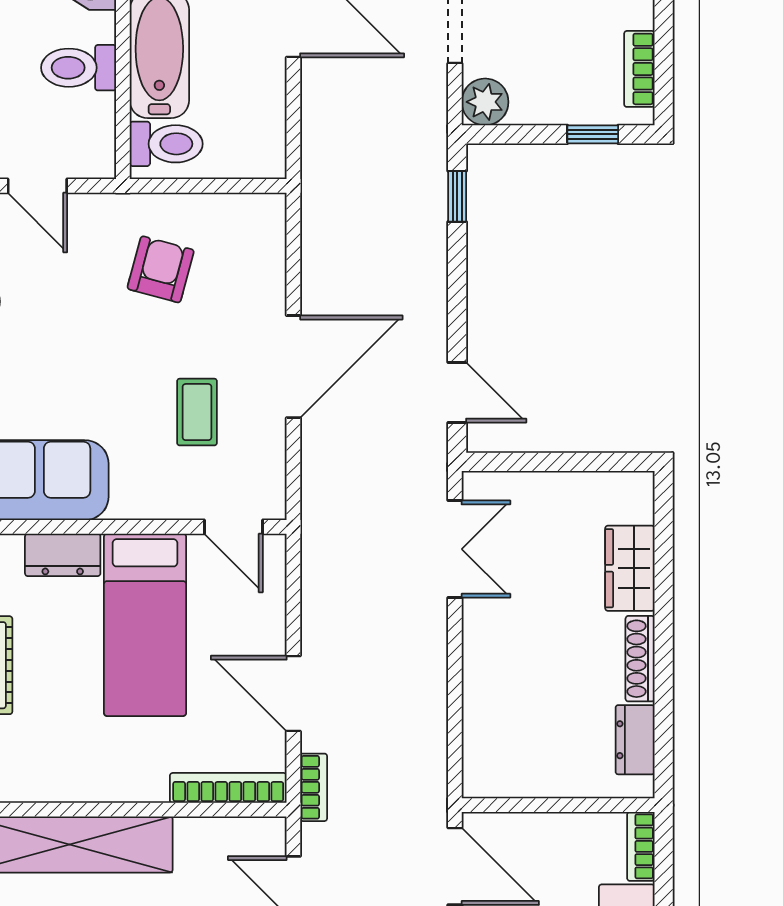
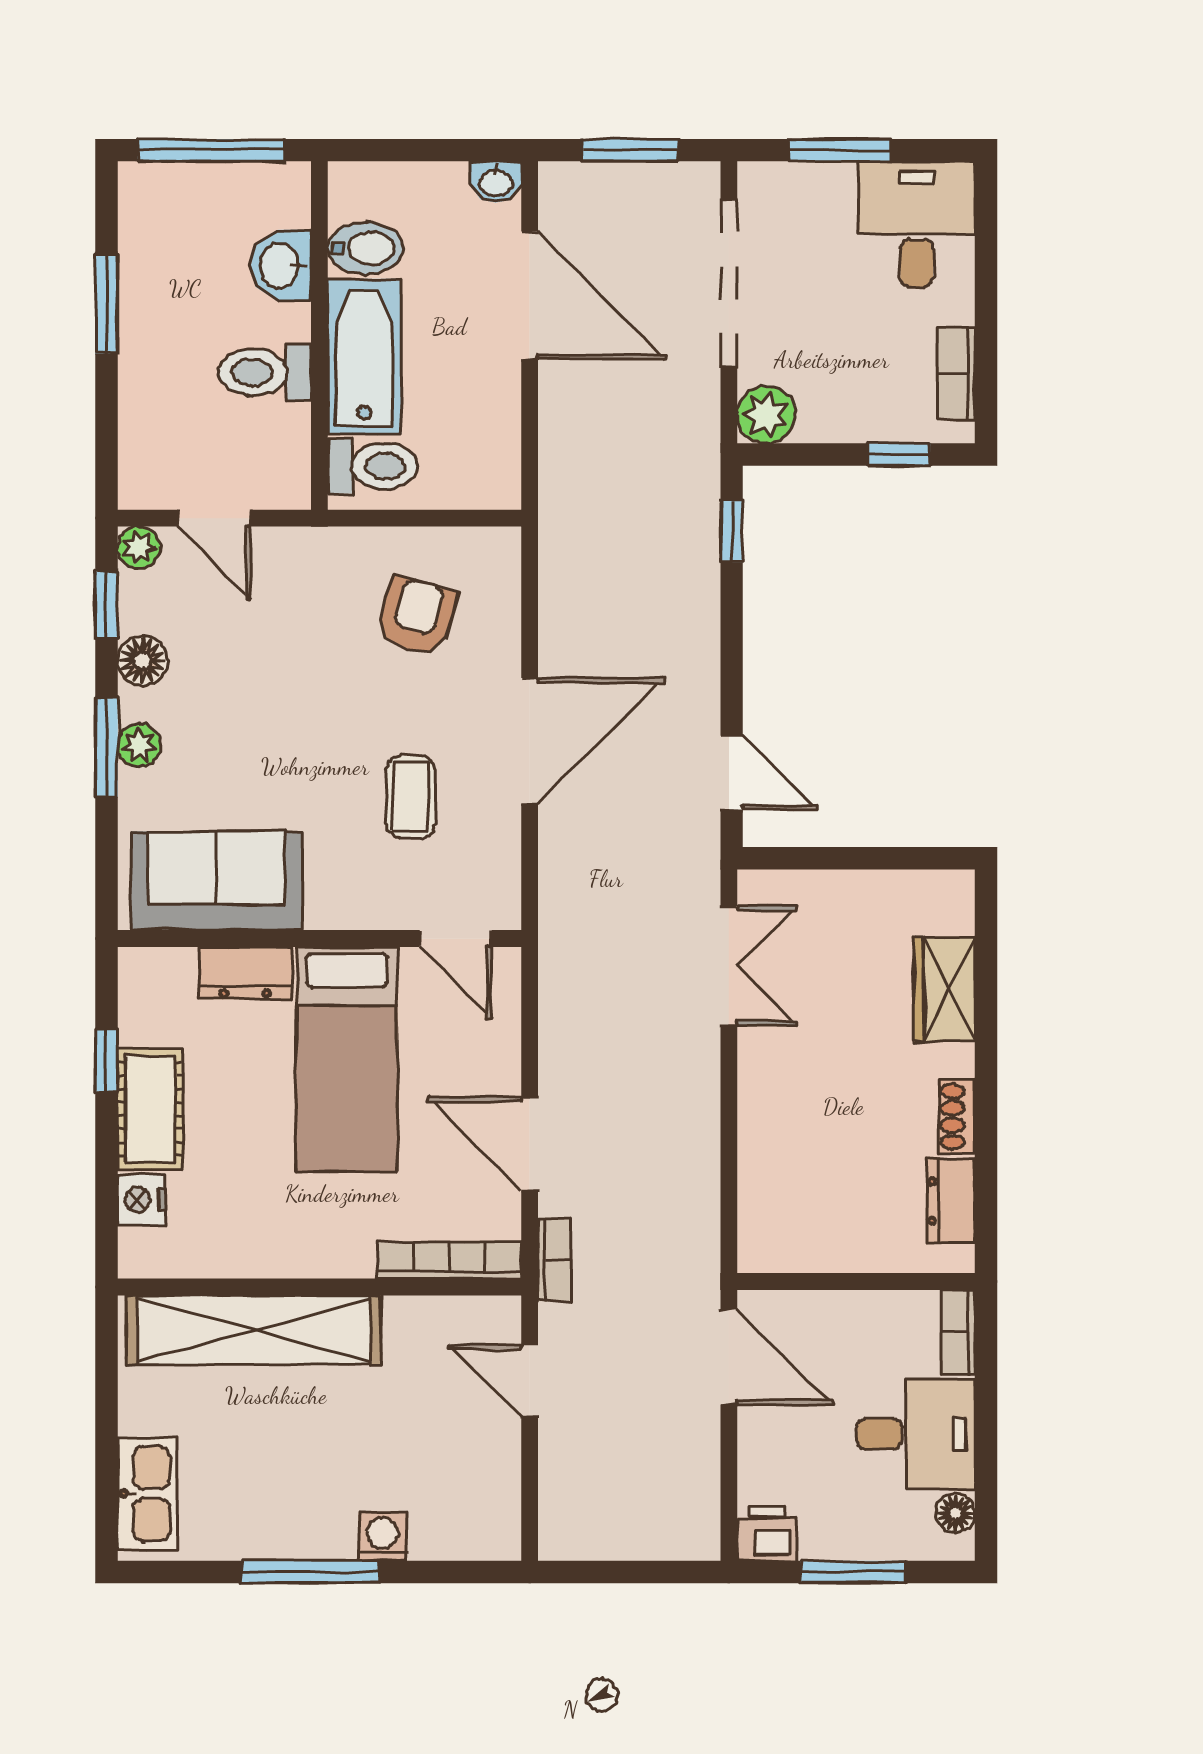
armchair: (161, 269) -> (416, 616), moved
shoe rack: (640, 659) -> (957, 1117), width x0.70

